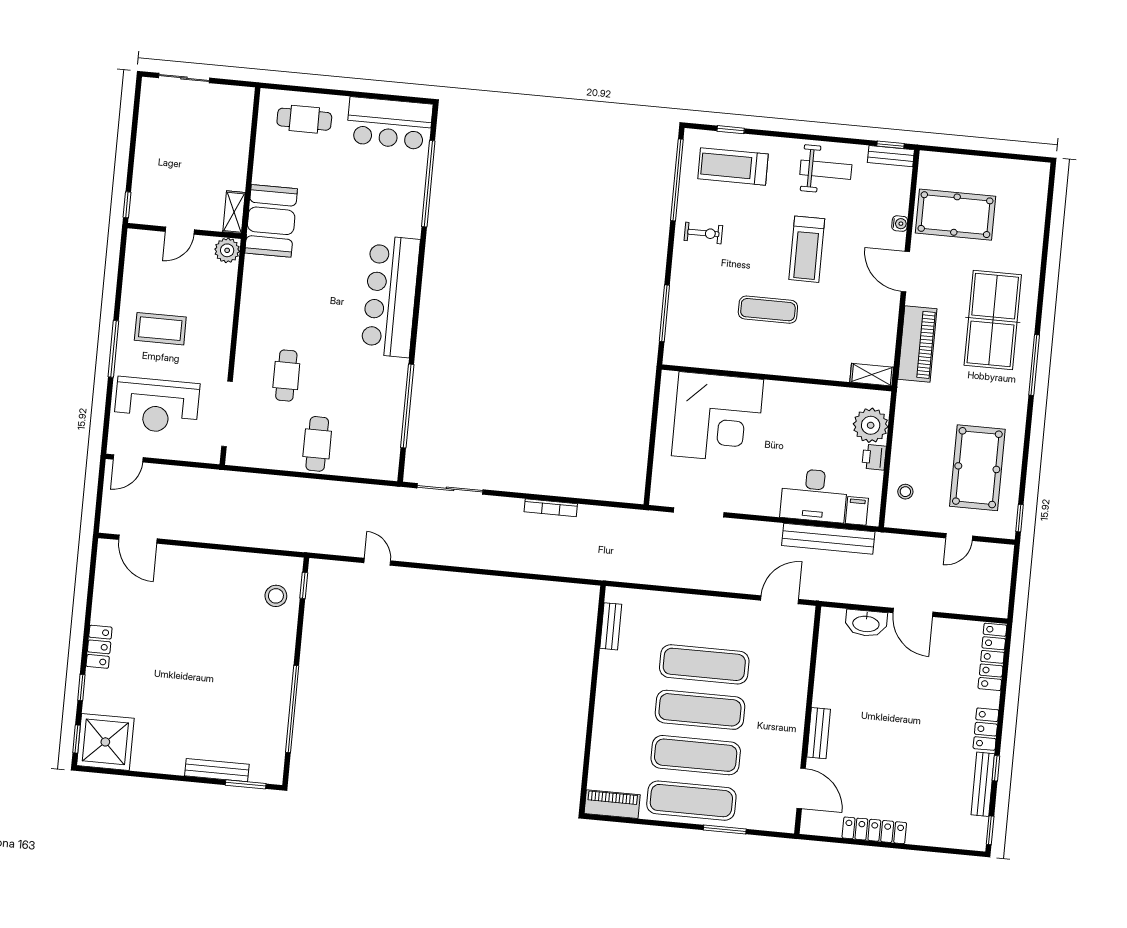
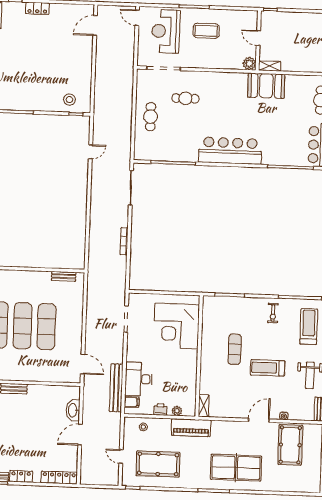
coffee table: (160, 329) -> (206, 31), turned 90
piano: (917, 344) -> (191, 428), moved
plant: (871, 425) -> (177, 411), width x0.53, depth x0.53
cafe table: (317, 444) -> (151, 117), turned 90

